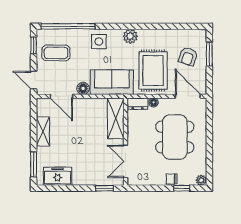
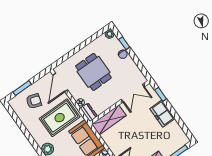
dining table: (175, 137) -> (93, 72), width x0.73
freezer: (58, 176) -> (162, 114), moved

